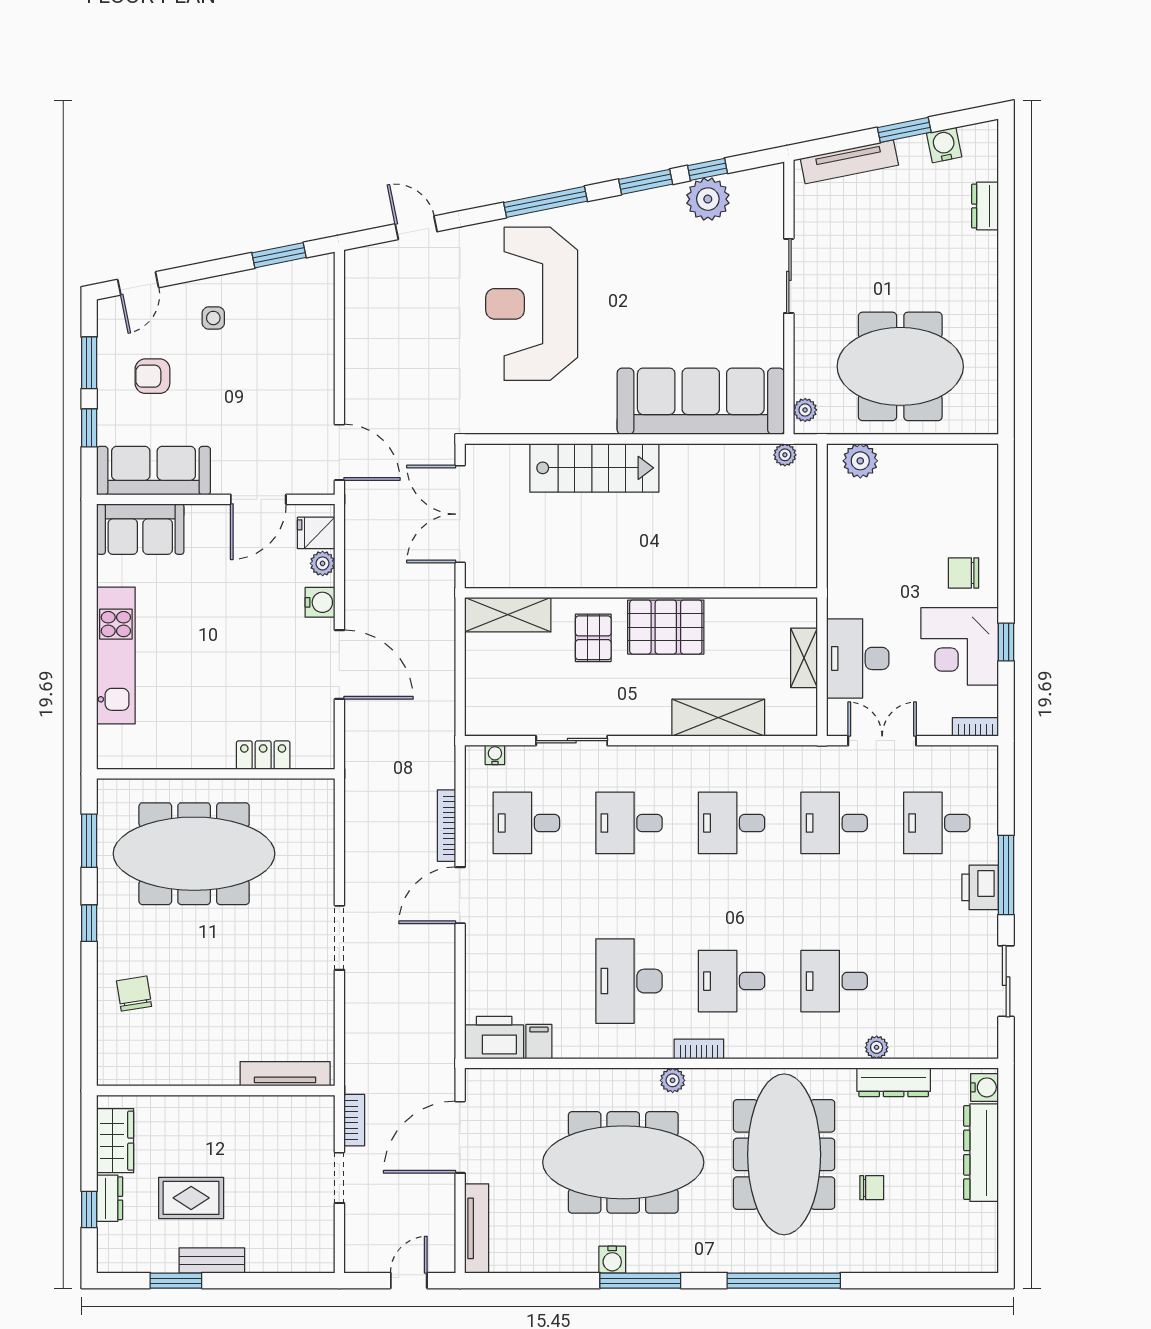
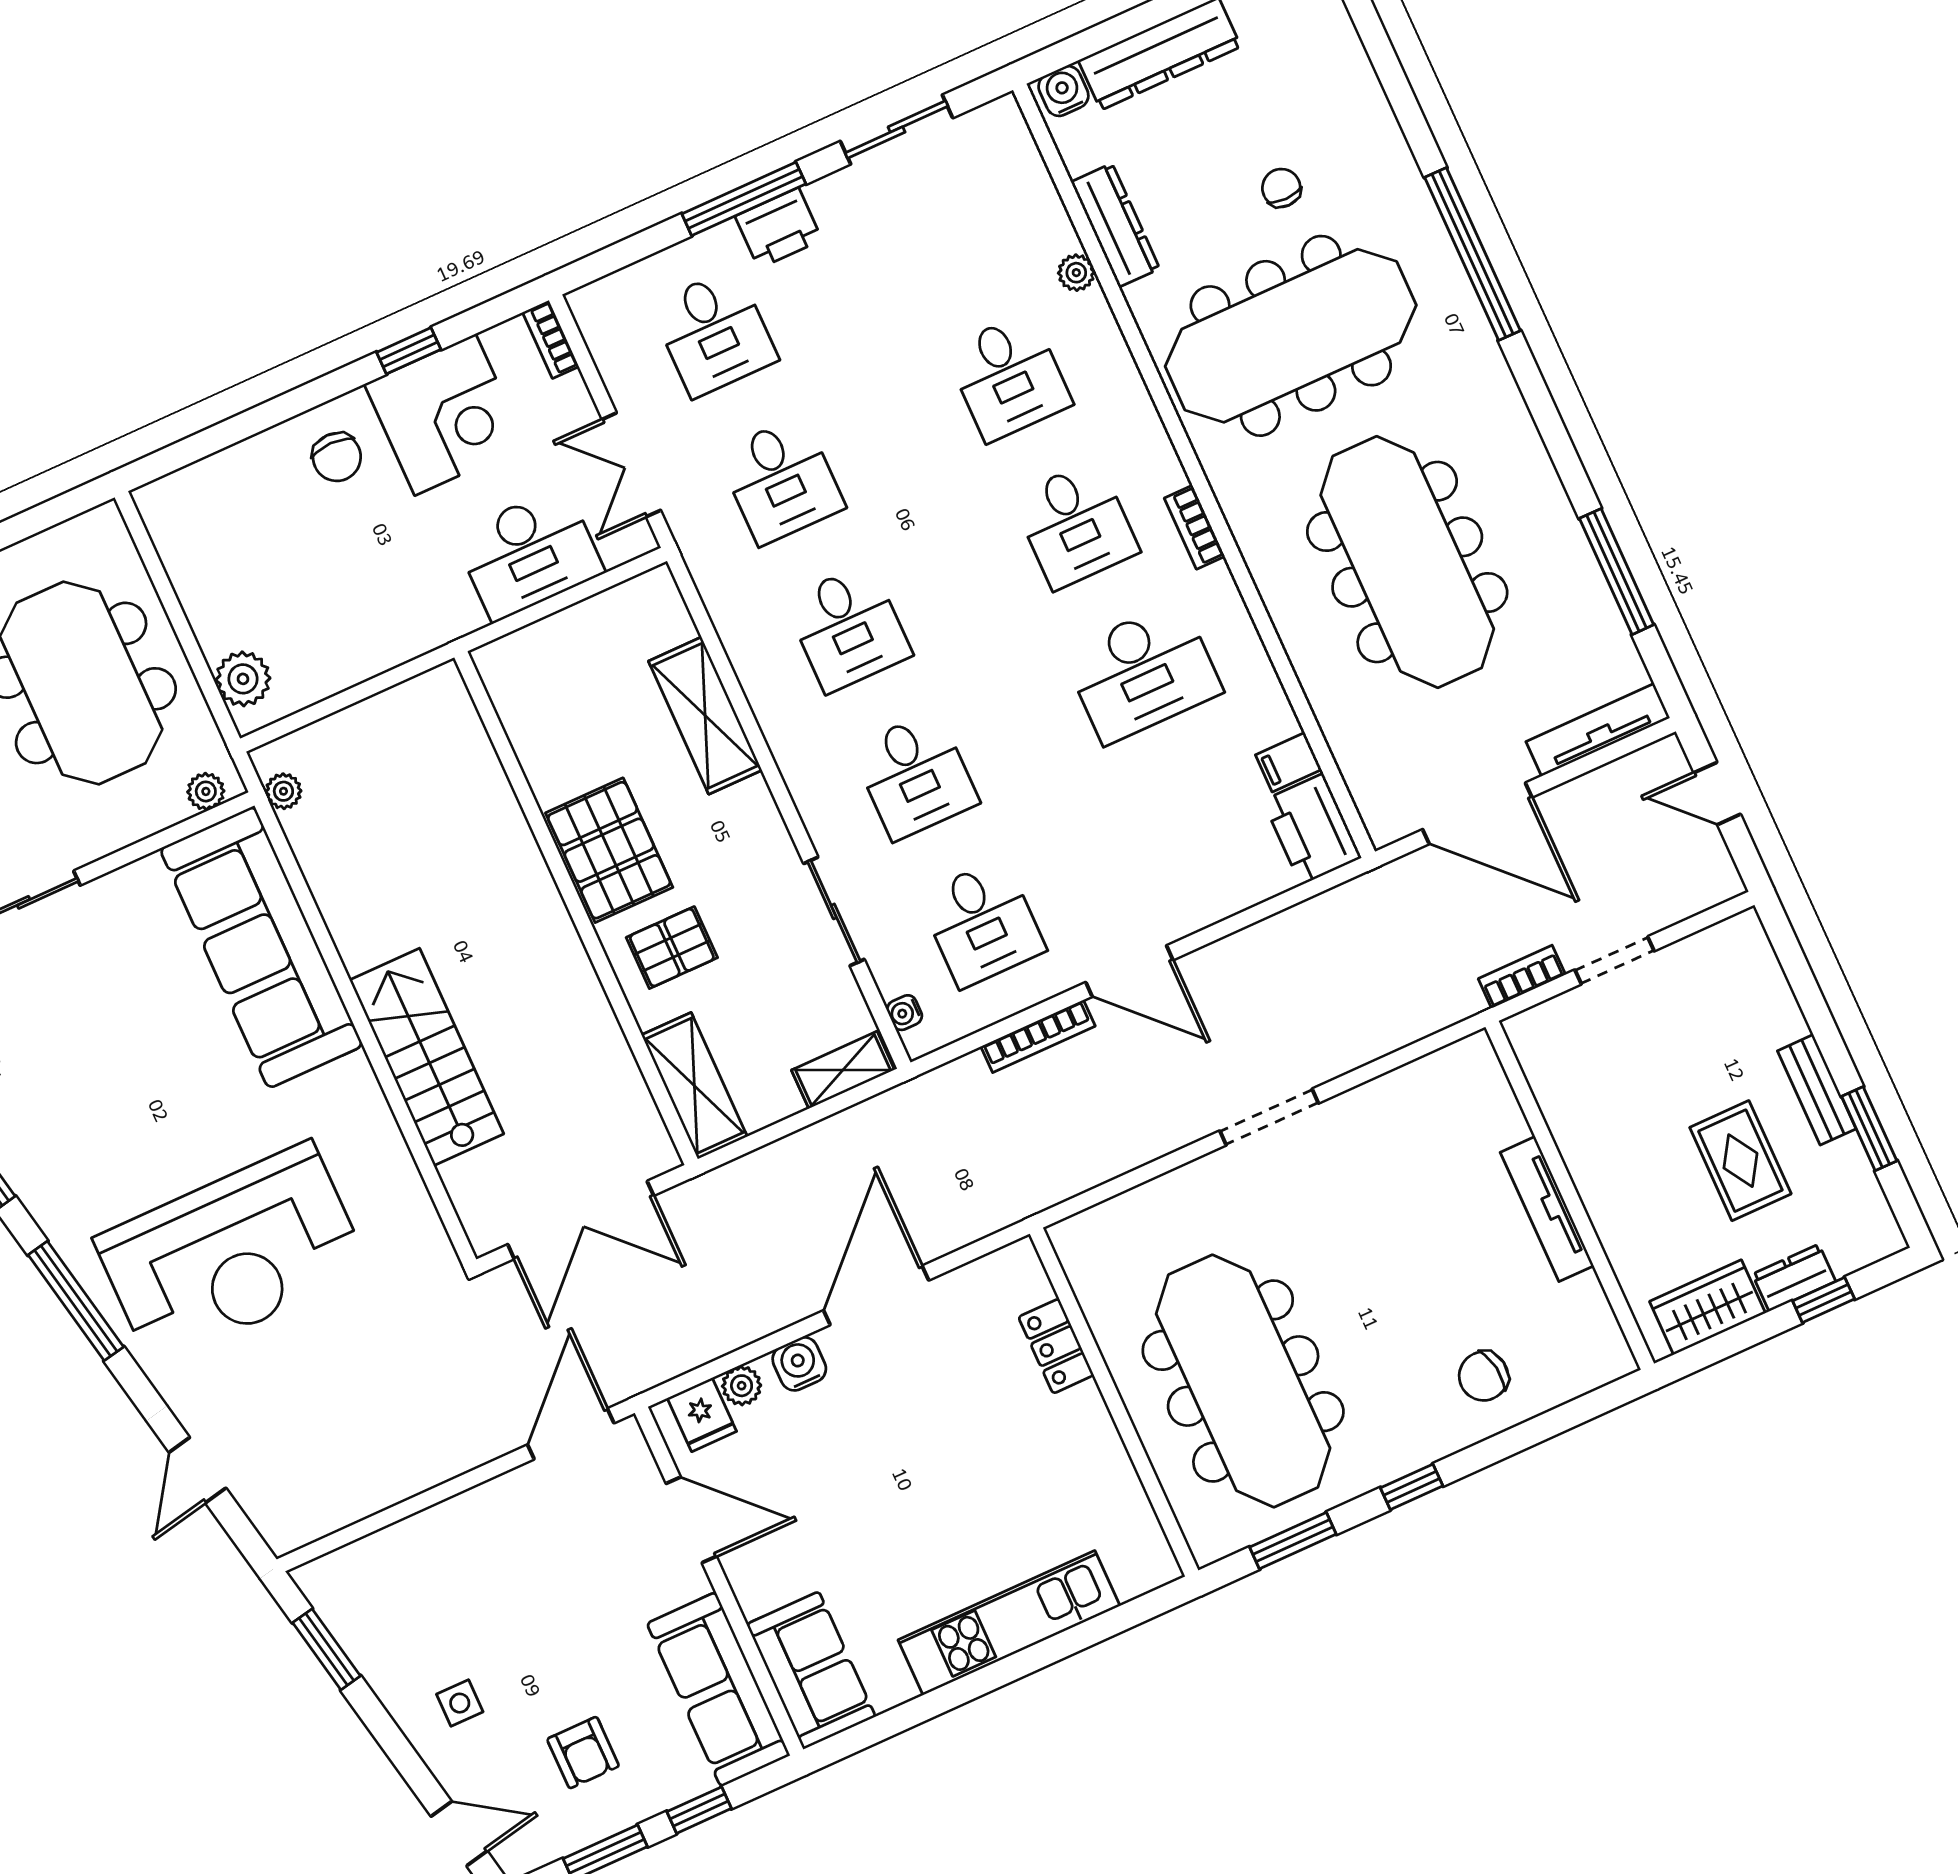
shelving: (804, 658) -> (843, 1070), moved
tv unit: (285, 1074) -> (1547, 1209), moved
plant: (673, 1080) -> (1257, 545), removed
water cooler: (612, 1260) -> (1554, 514), removed
window: (640, 1281) -> (1617, 572), moved

